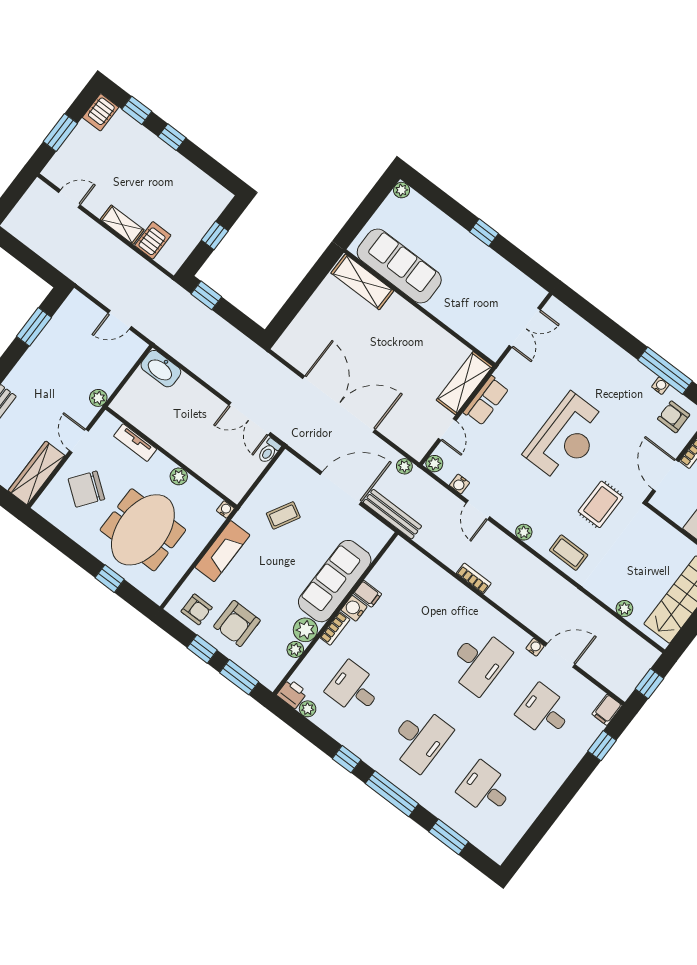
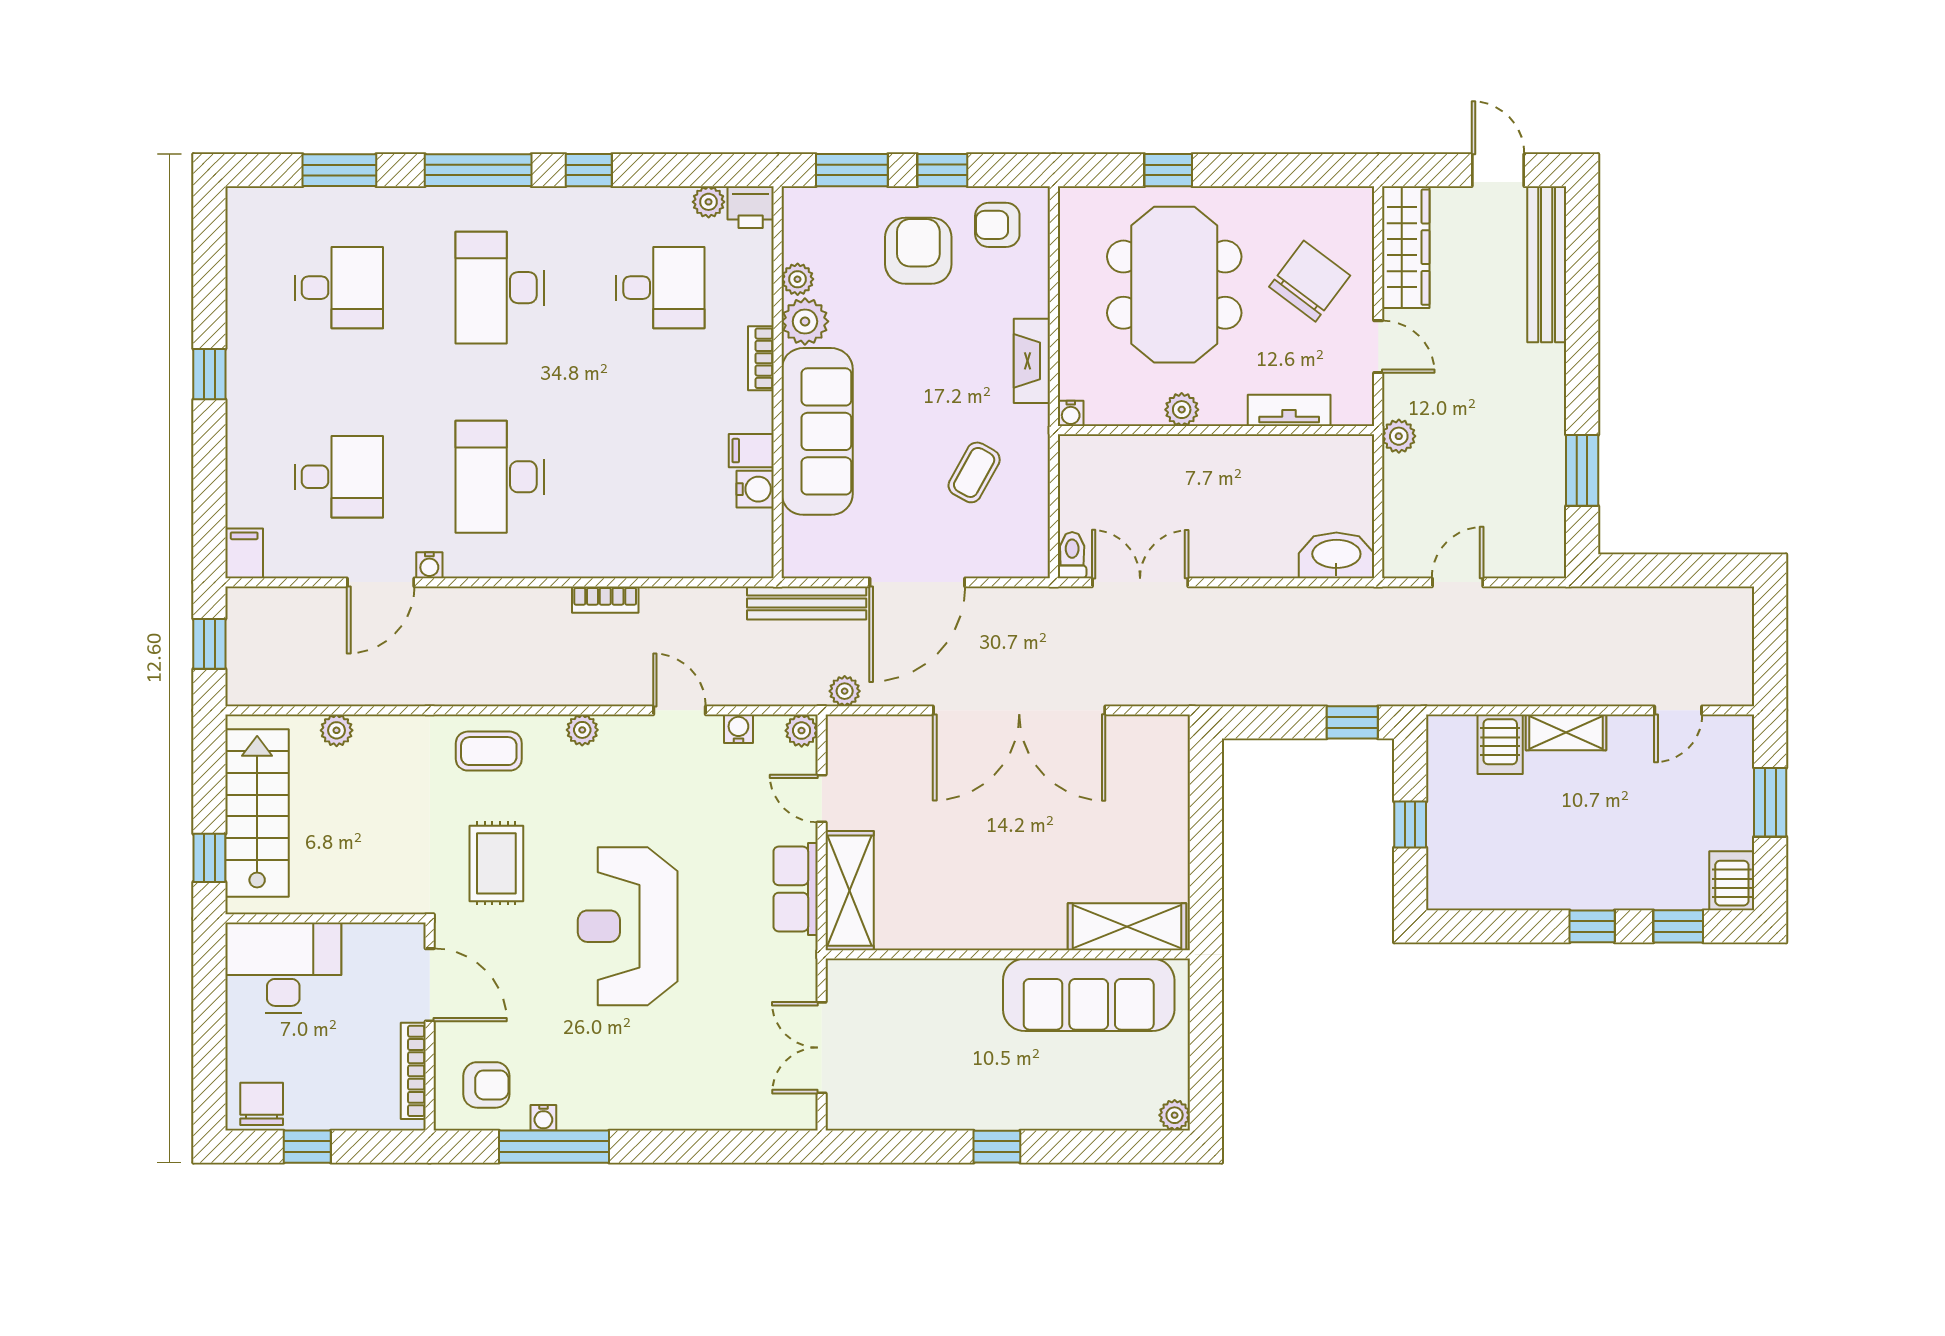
fireplace: (222, 551) -> (1032, 361), width x0.73, depth x0.76
water cooler: (354, 608) -> (755, 489), moved
window: (602, 746) -> (209, 374), moved

